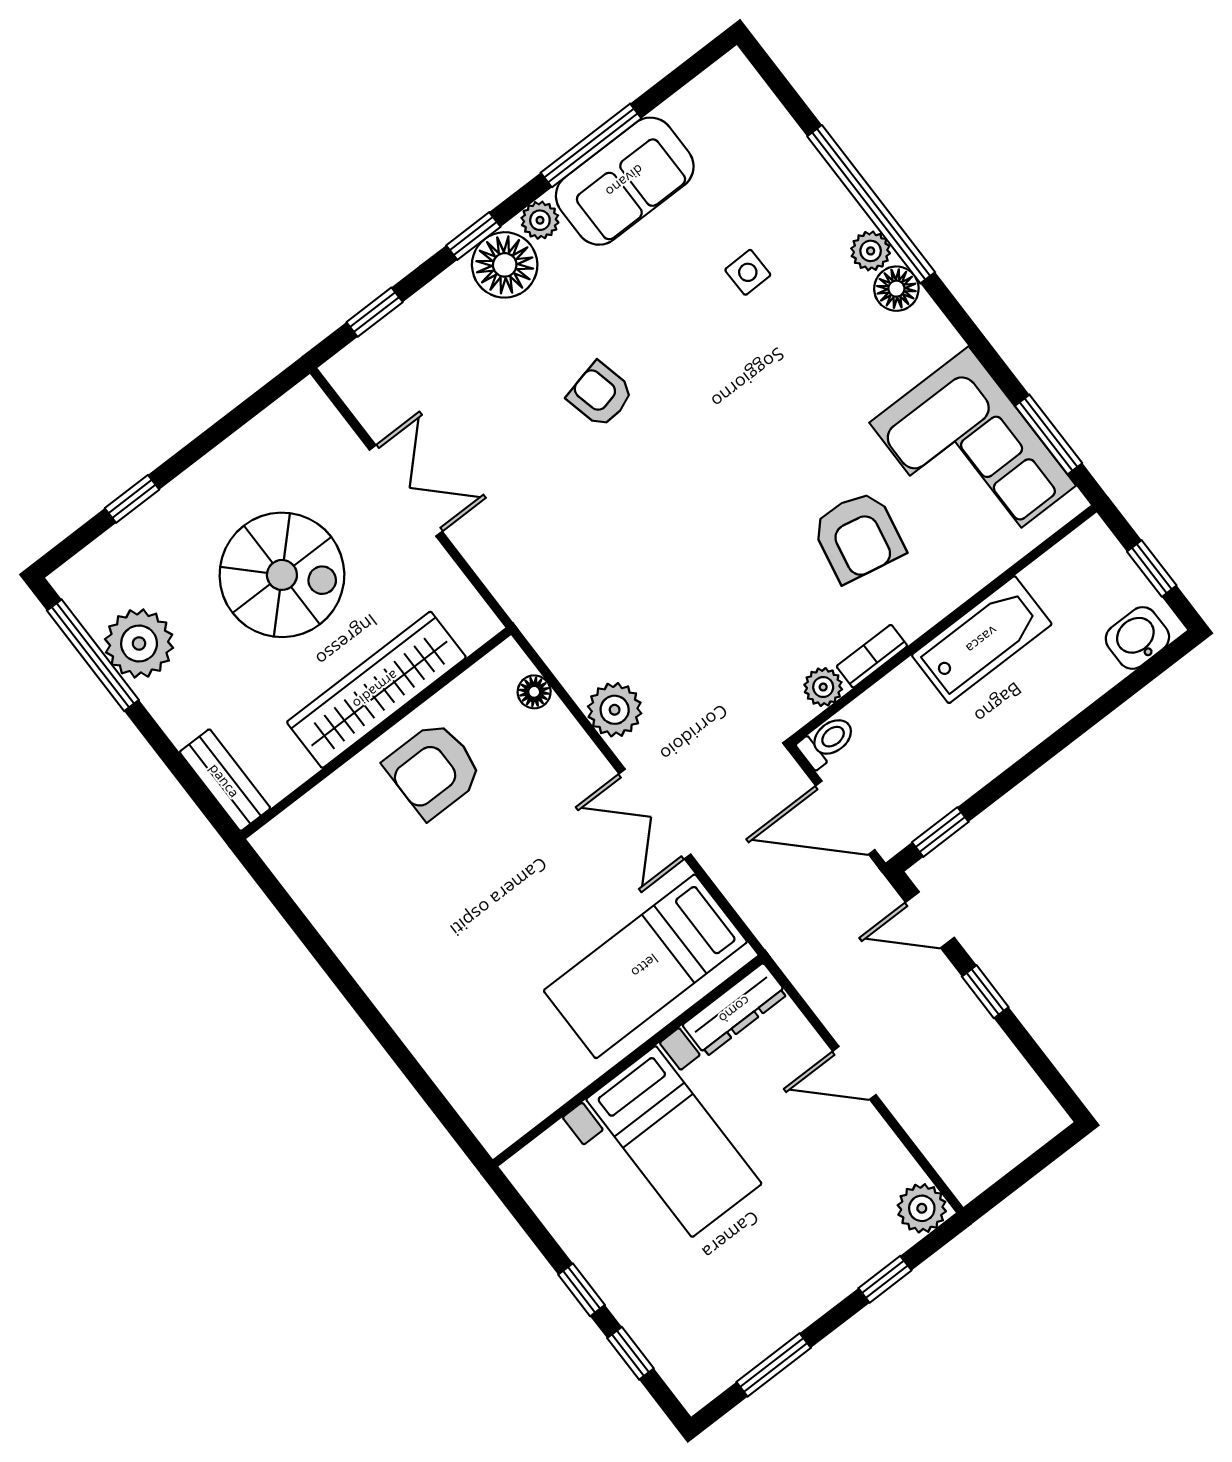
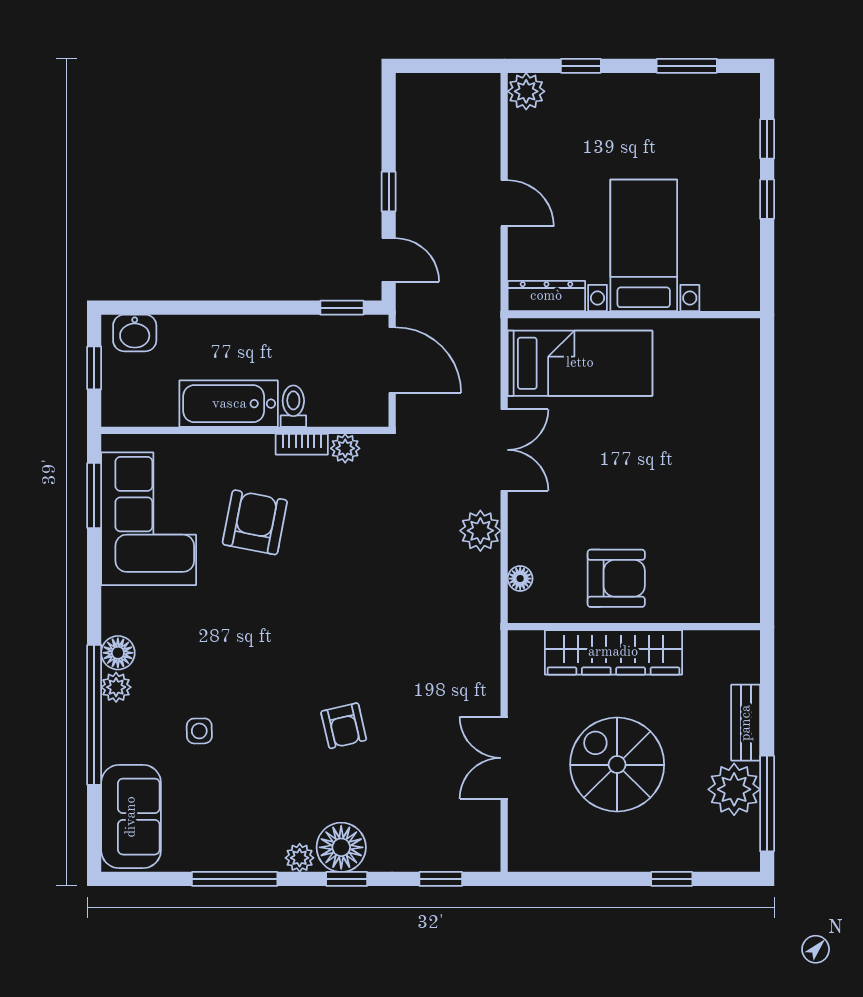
sofa: (625, 181) -> (131, 817), moved, turned 90
toilet: (827, 741) -> (293, 406), moved, turned 90
bench: (225, 780) -> (746, 723), moved

